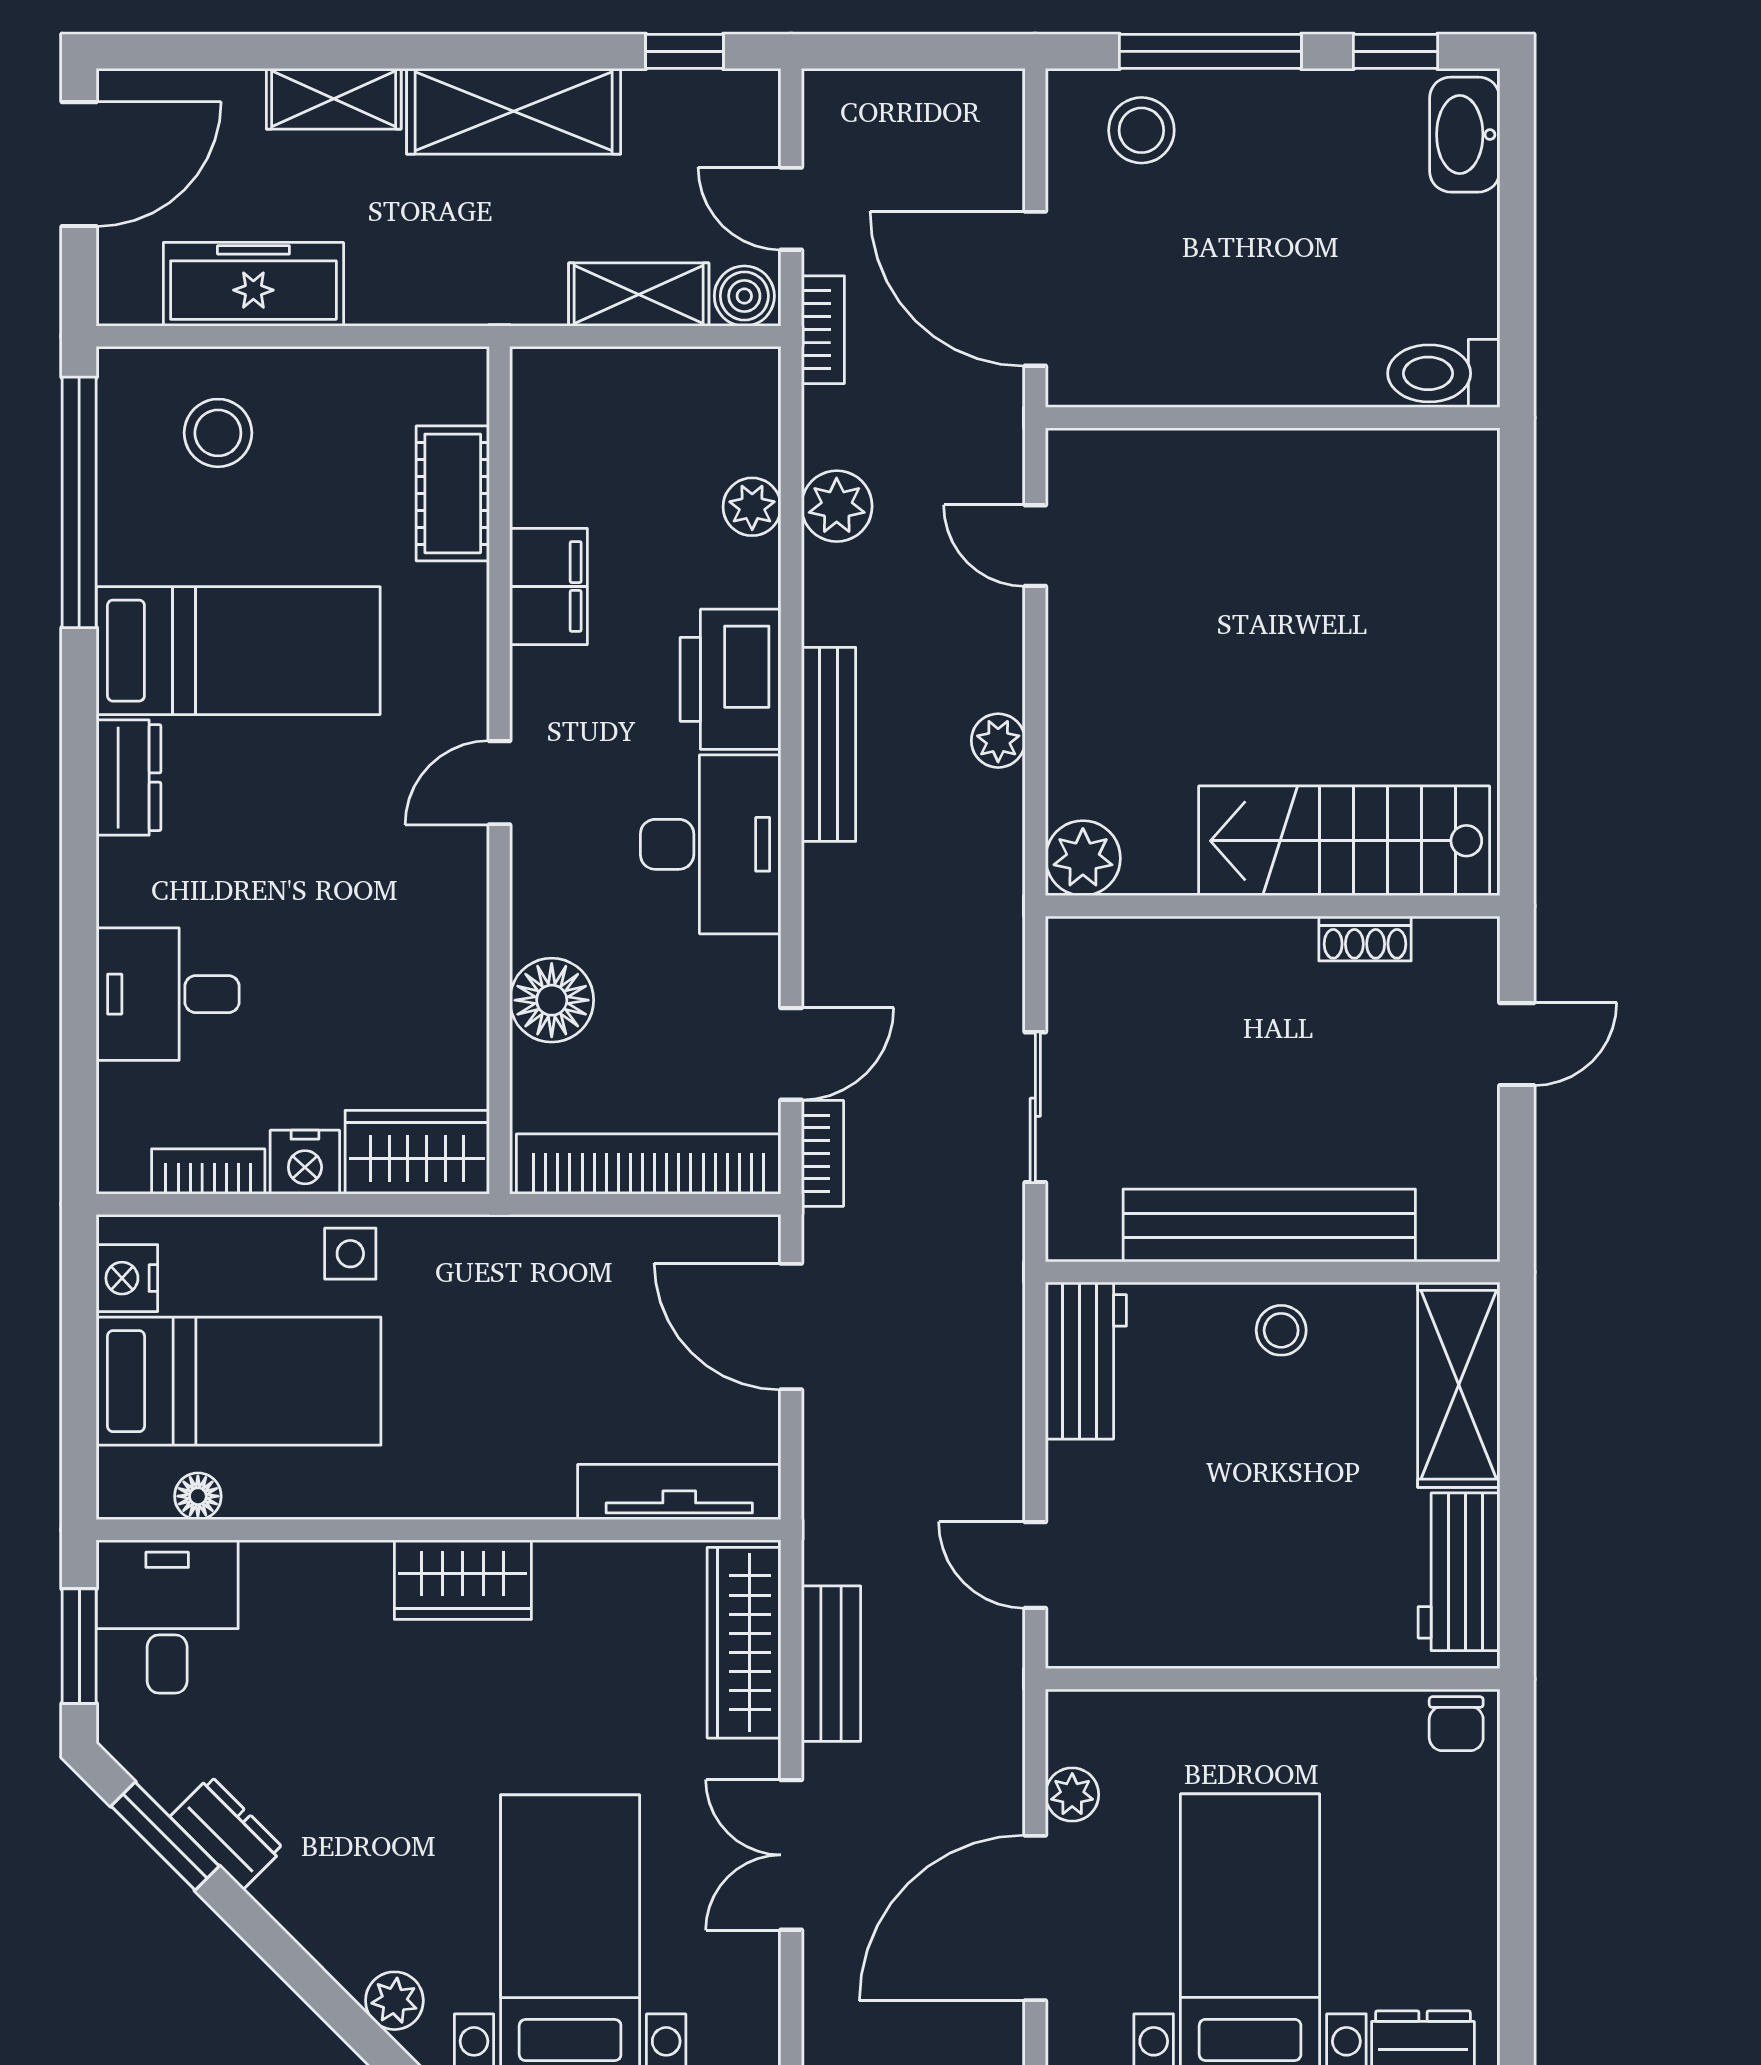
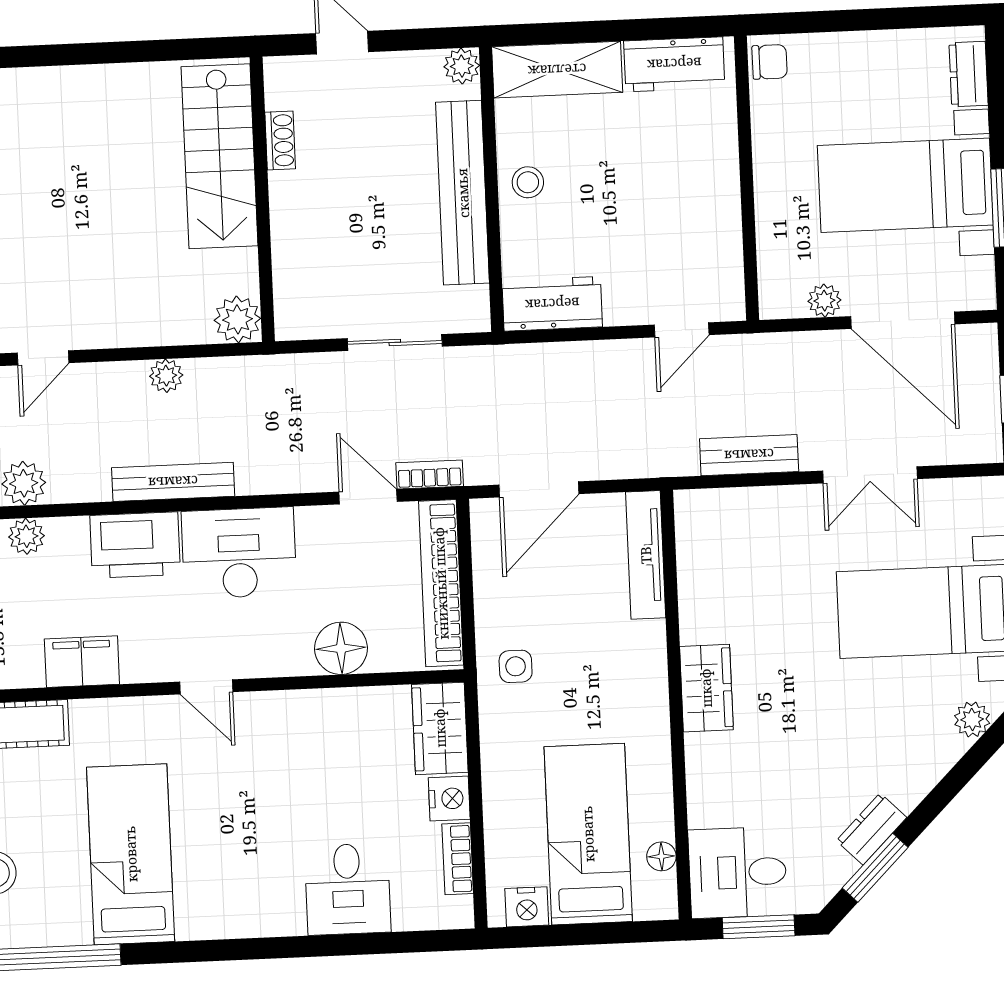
dresser: (128, 778) -> (213, 920), removed
plant: (1471, 1233) -> (462, 66), added
side table: (350, 1254) -> (516, 666), moved
wardrobe: (744, 1643) -> (738, 510), removed

